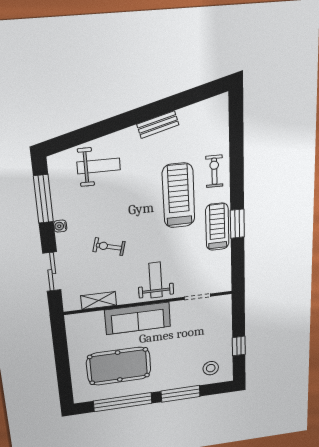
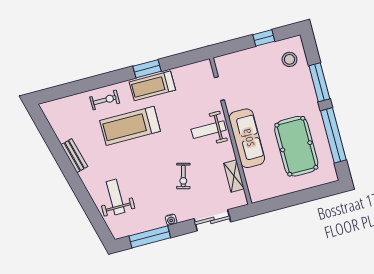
exercise bike: (214, 171) -> (105, 100), turned 180

